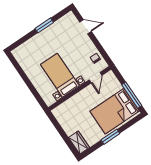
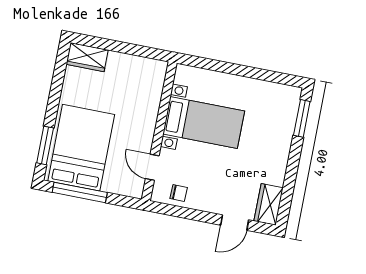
wardrobe: (66, 21) -> (269, 204), added
window: (44, 25) -> (302, 118), moved
window: (110, 137) -> (45, 145), moved

